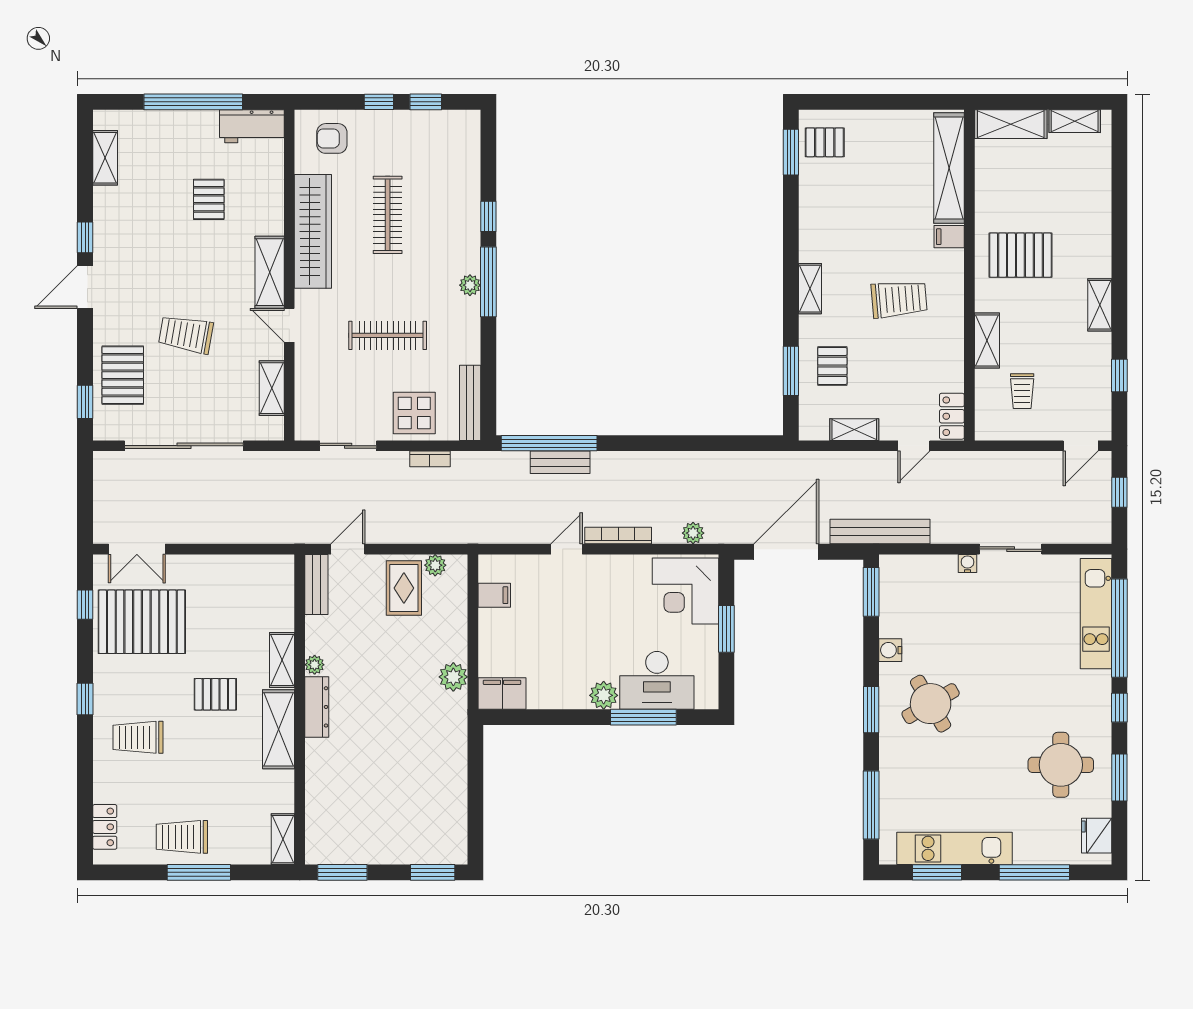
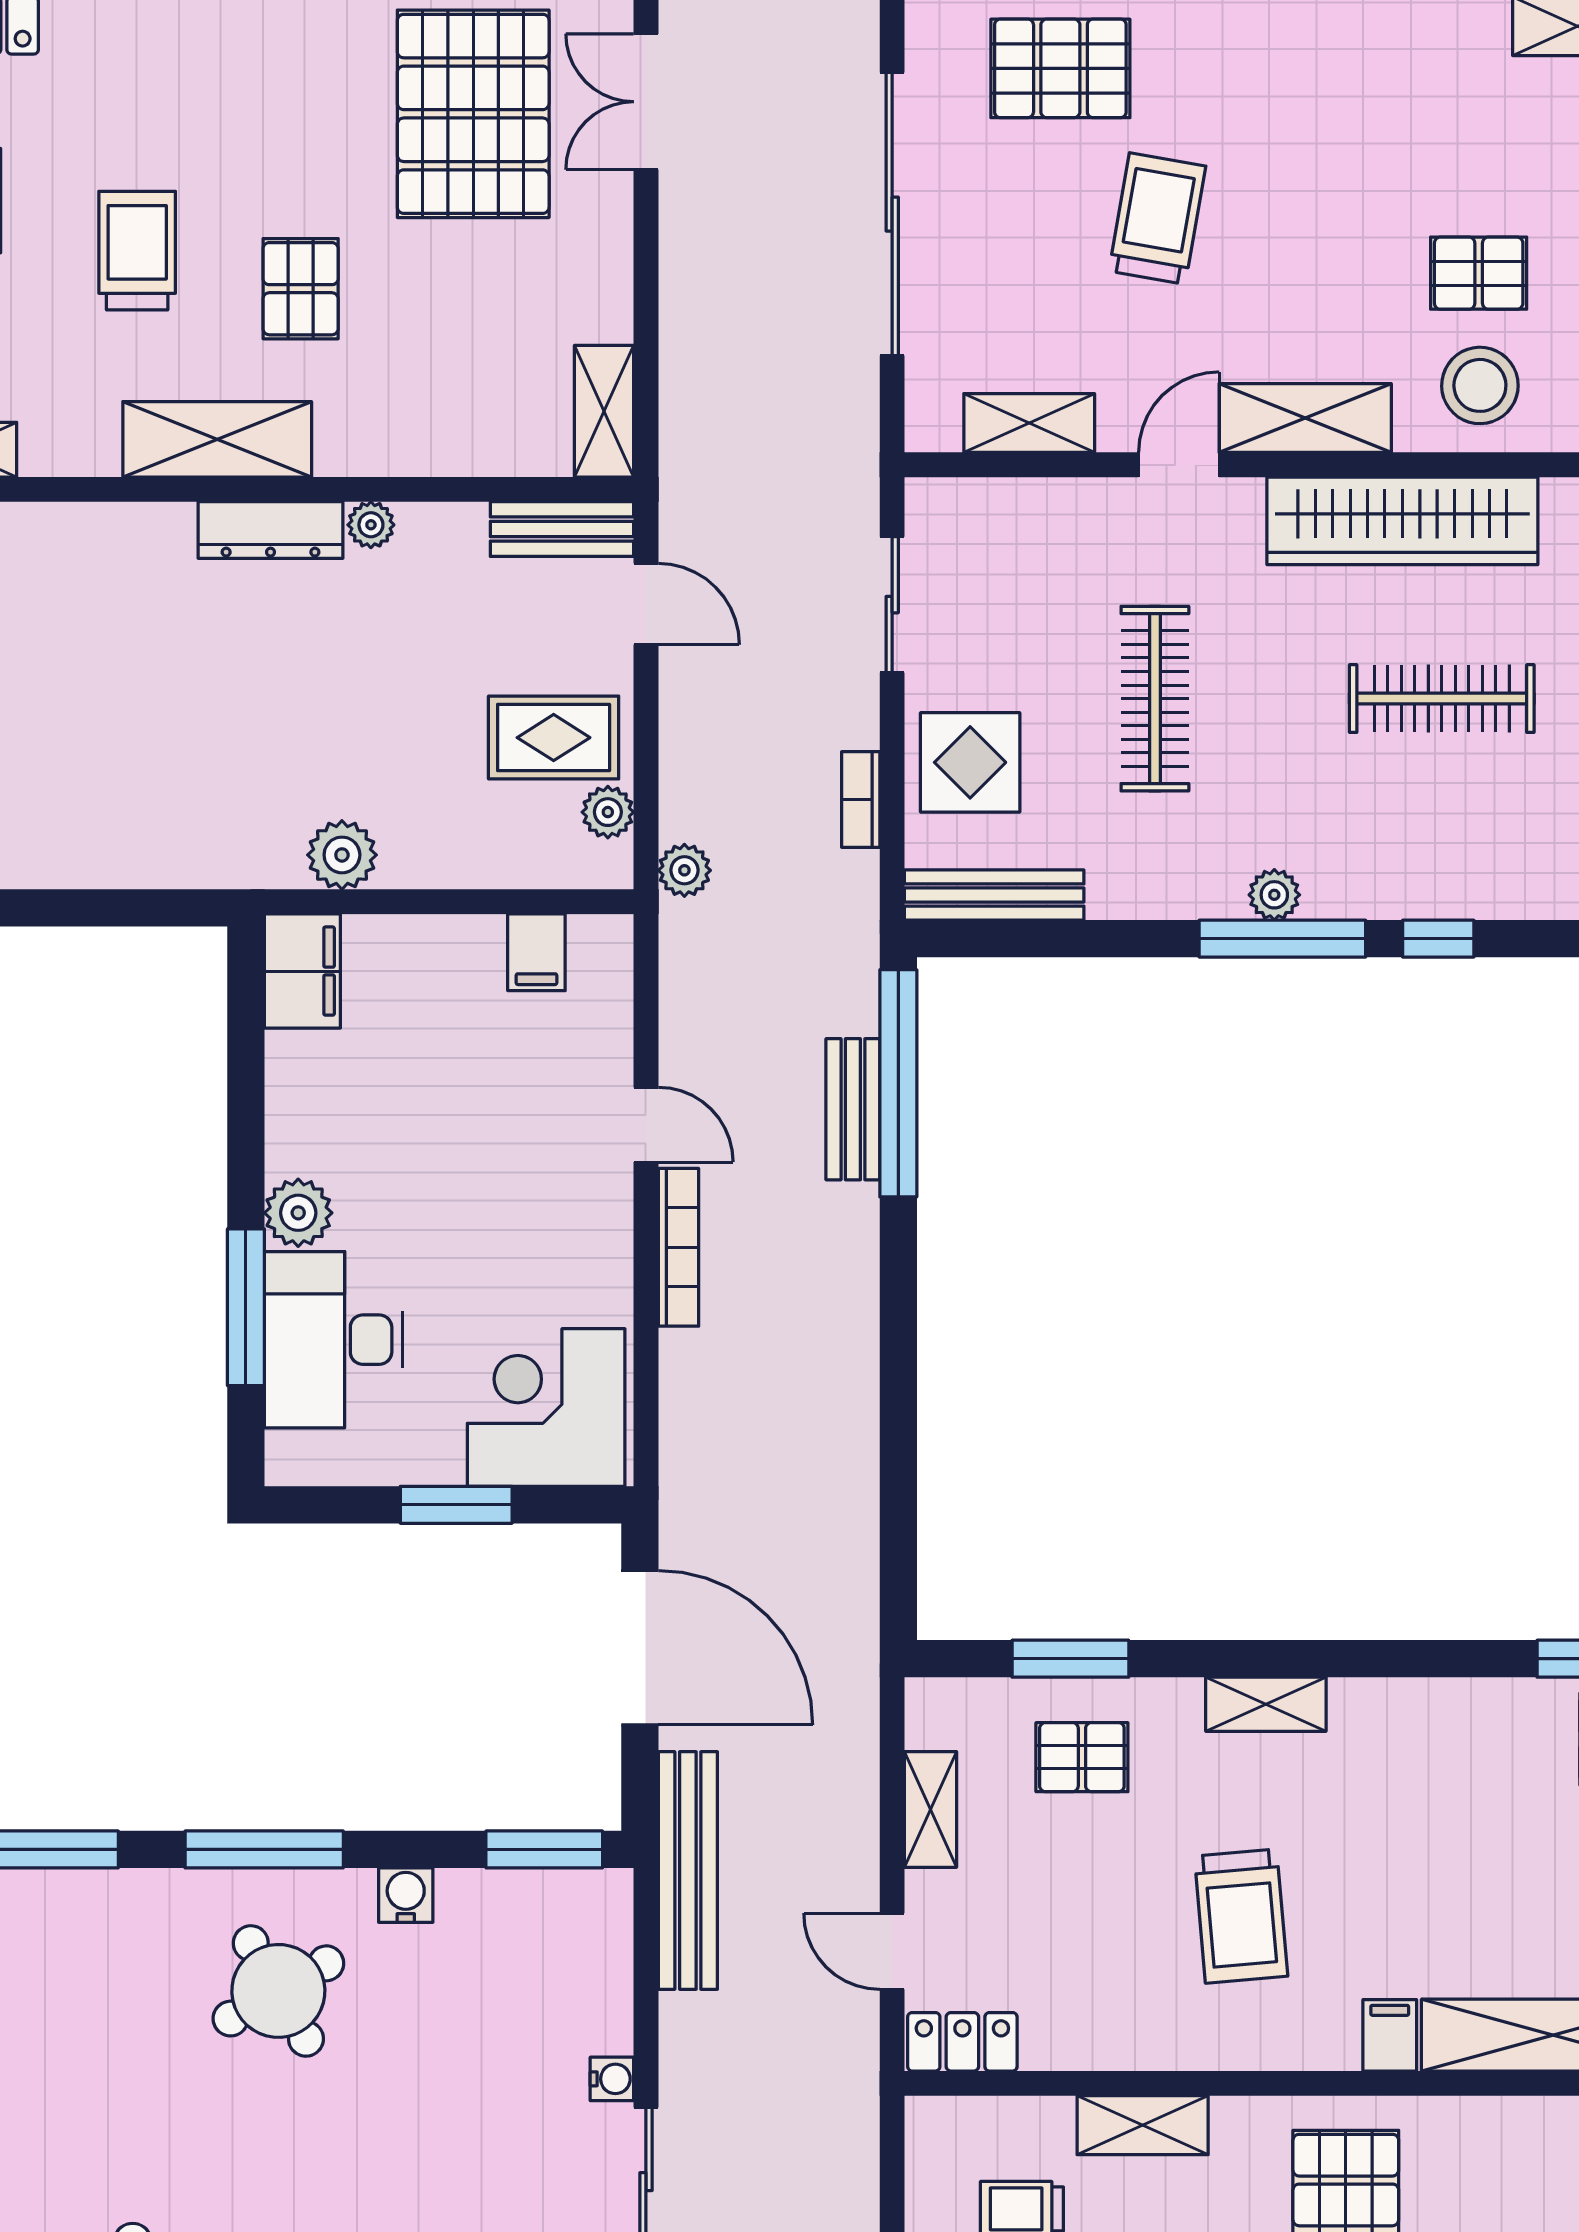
stool: (256, 199) -> (1480, 385), added
plant: (693, 533) -> (684, 870), moved
shelving: (282, 660) -> (604, 411), moved, turned 90
window: (871, 710) -> (264, 1849), width x1.44
trolley: (138, 737) -> (137, 251), moved

